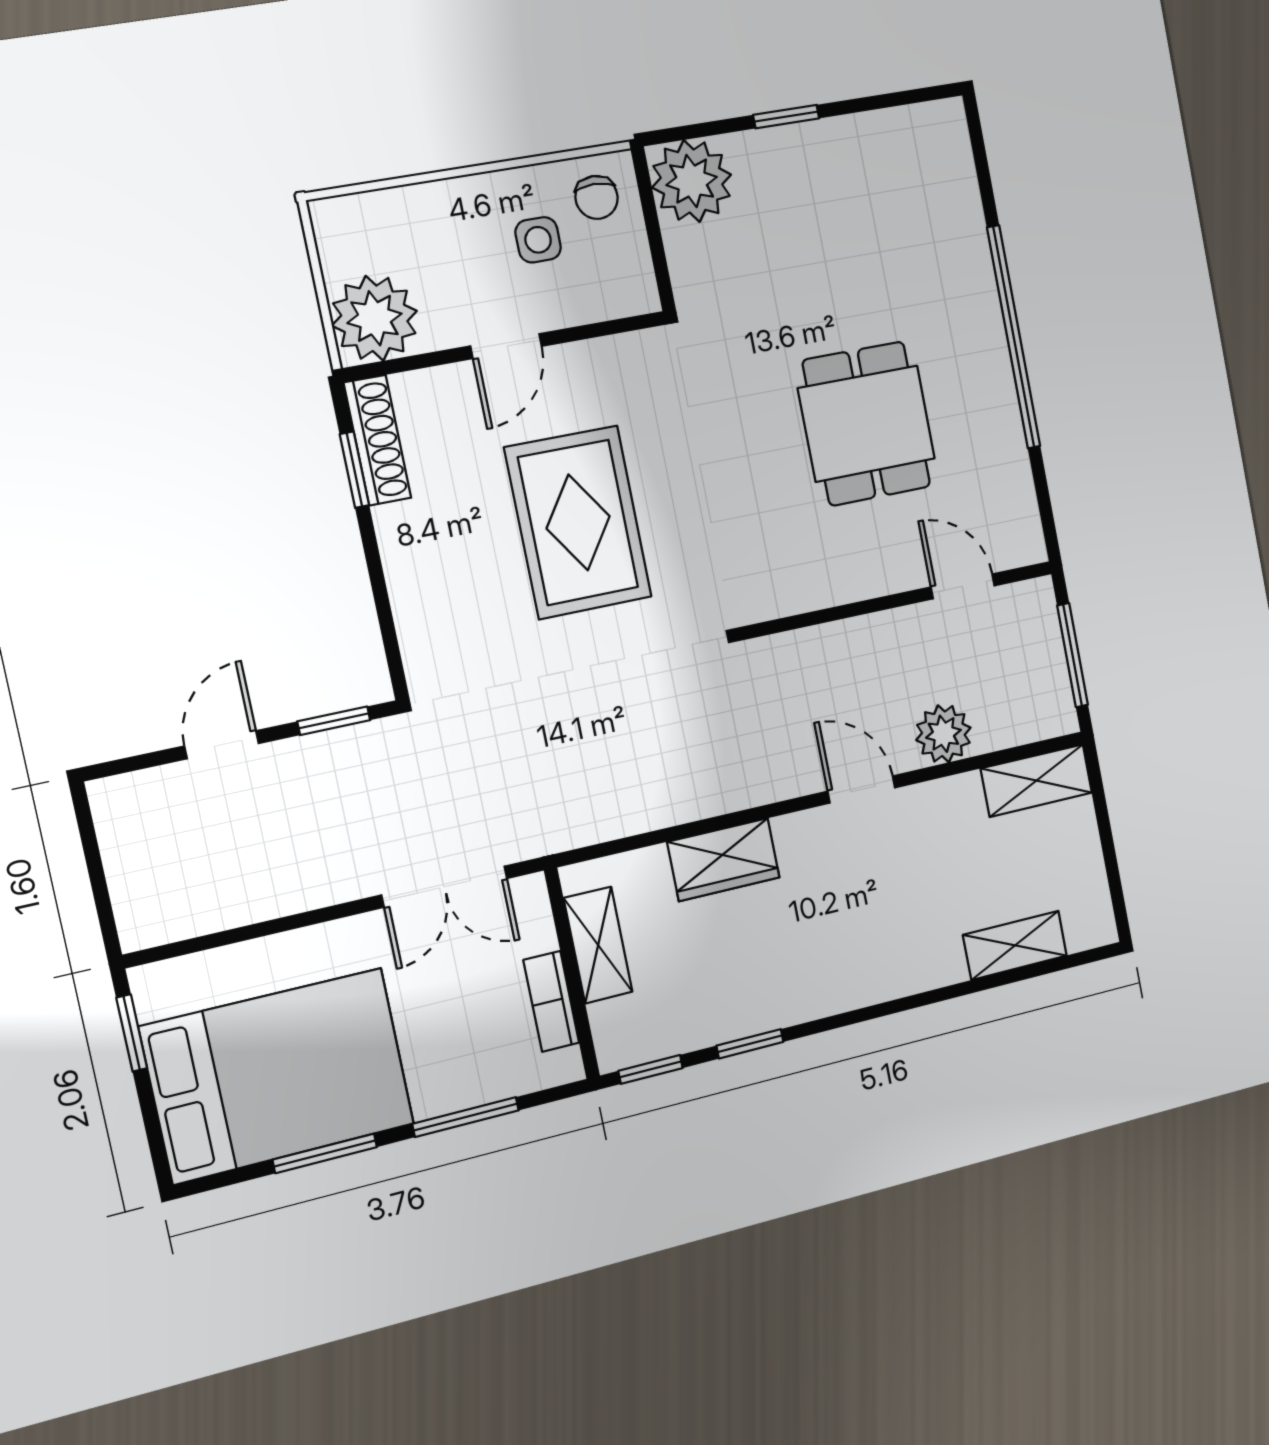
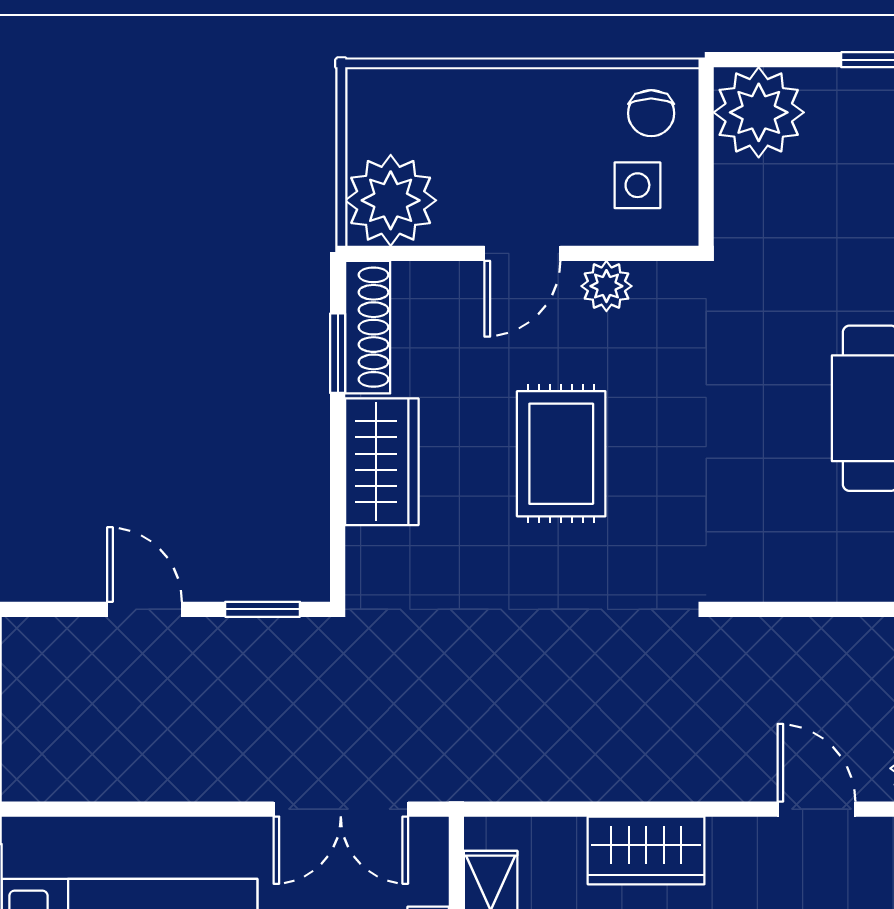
side table: (538, 240) -> (637, 185), moved
plant: (588, 362) -> (606, 286), added
rug: (578, 522) -> (561, 454), width x0.73, depth x0.70
wardrobe: (416, 562) -> (382, 462), added
door: (222, 745) -> (144, 609), hinge flipped

